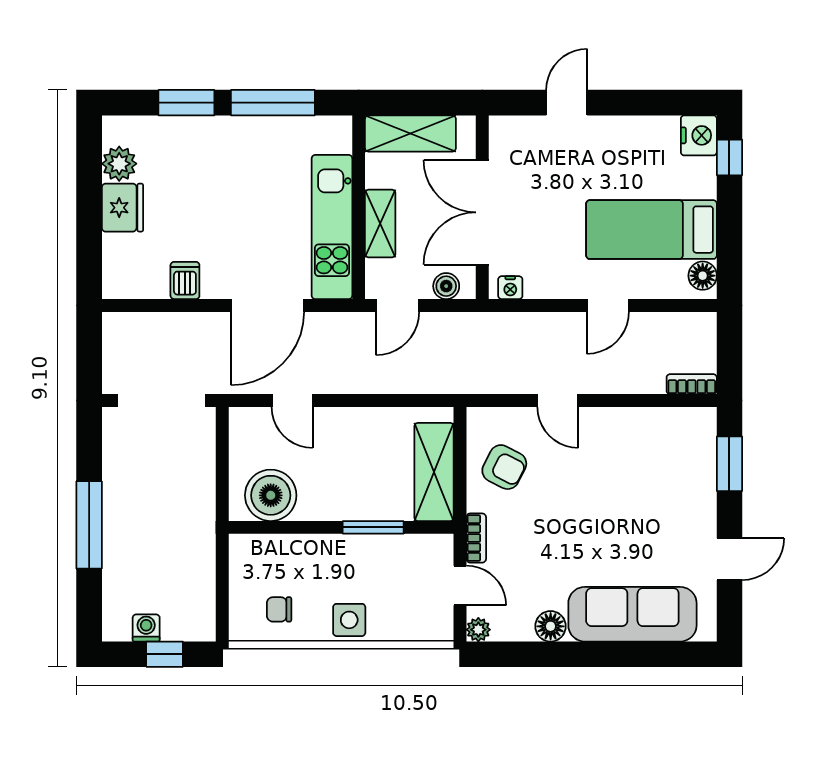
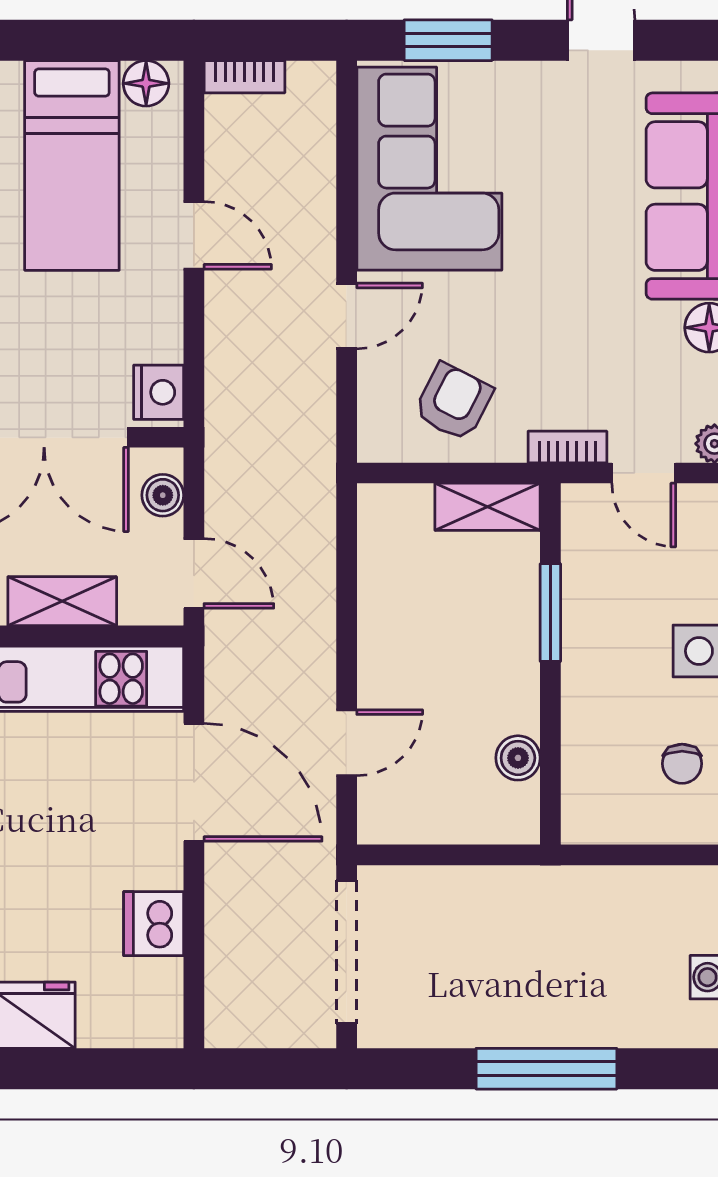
dishwasher: (185, 280) -> (154, 924), width x1.38
nightstand: (510, 288) -> (159, 392), width x1.39, depth x1.35
bookcase: (692, 384) -> (244, 77), moved, turned -90
corner sofa: (650, 452) -> (429, 169), added
shelving: (434, 472) -> (488, 507), width x0.67, depth x0.75
boiler: (271, 495) -> (518, 758), width x0.54, depth x0.54
door: (460, 585) -> (644, 473), swing flipped

